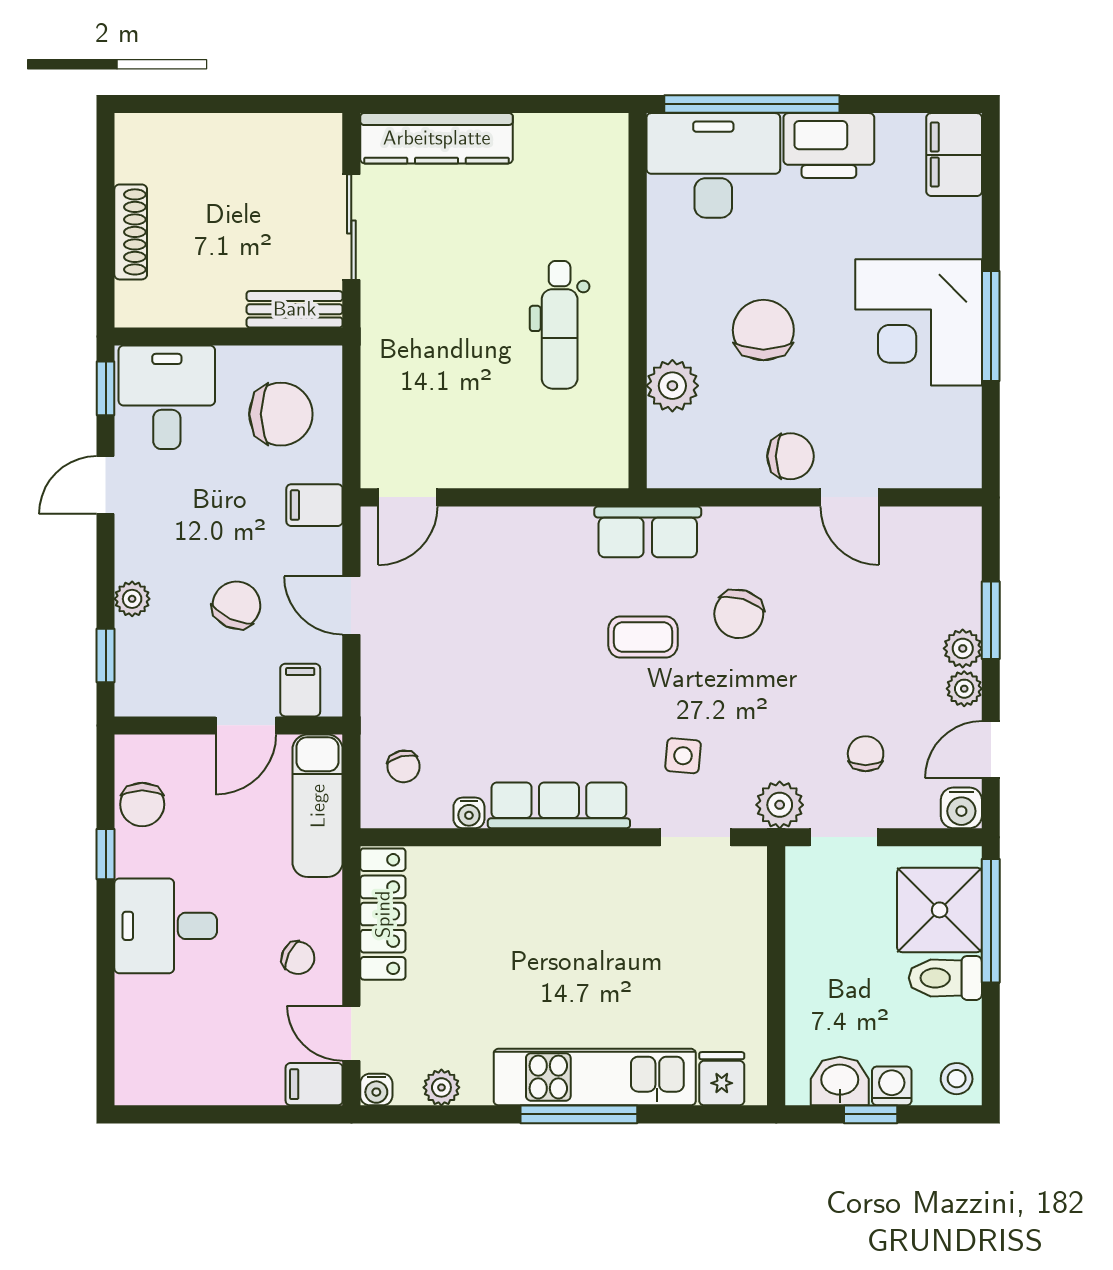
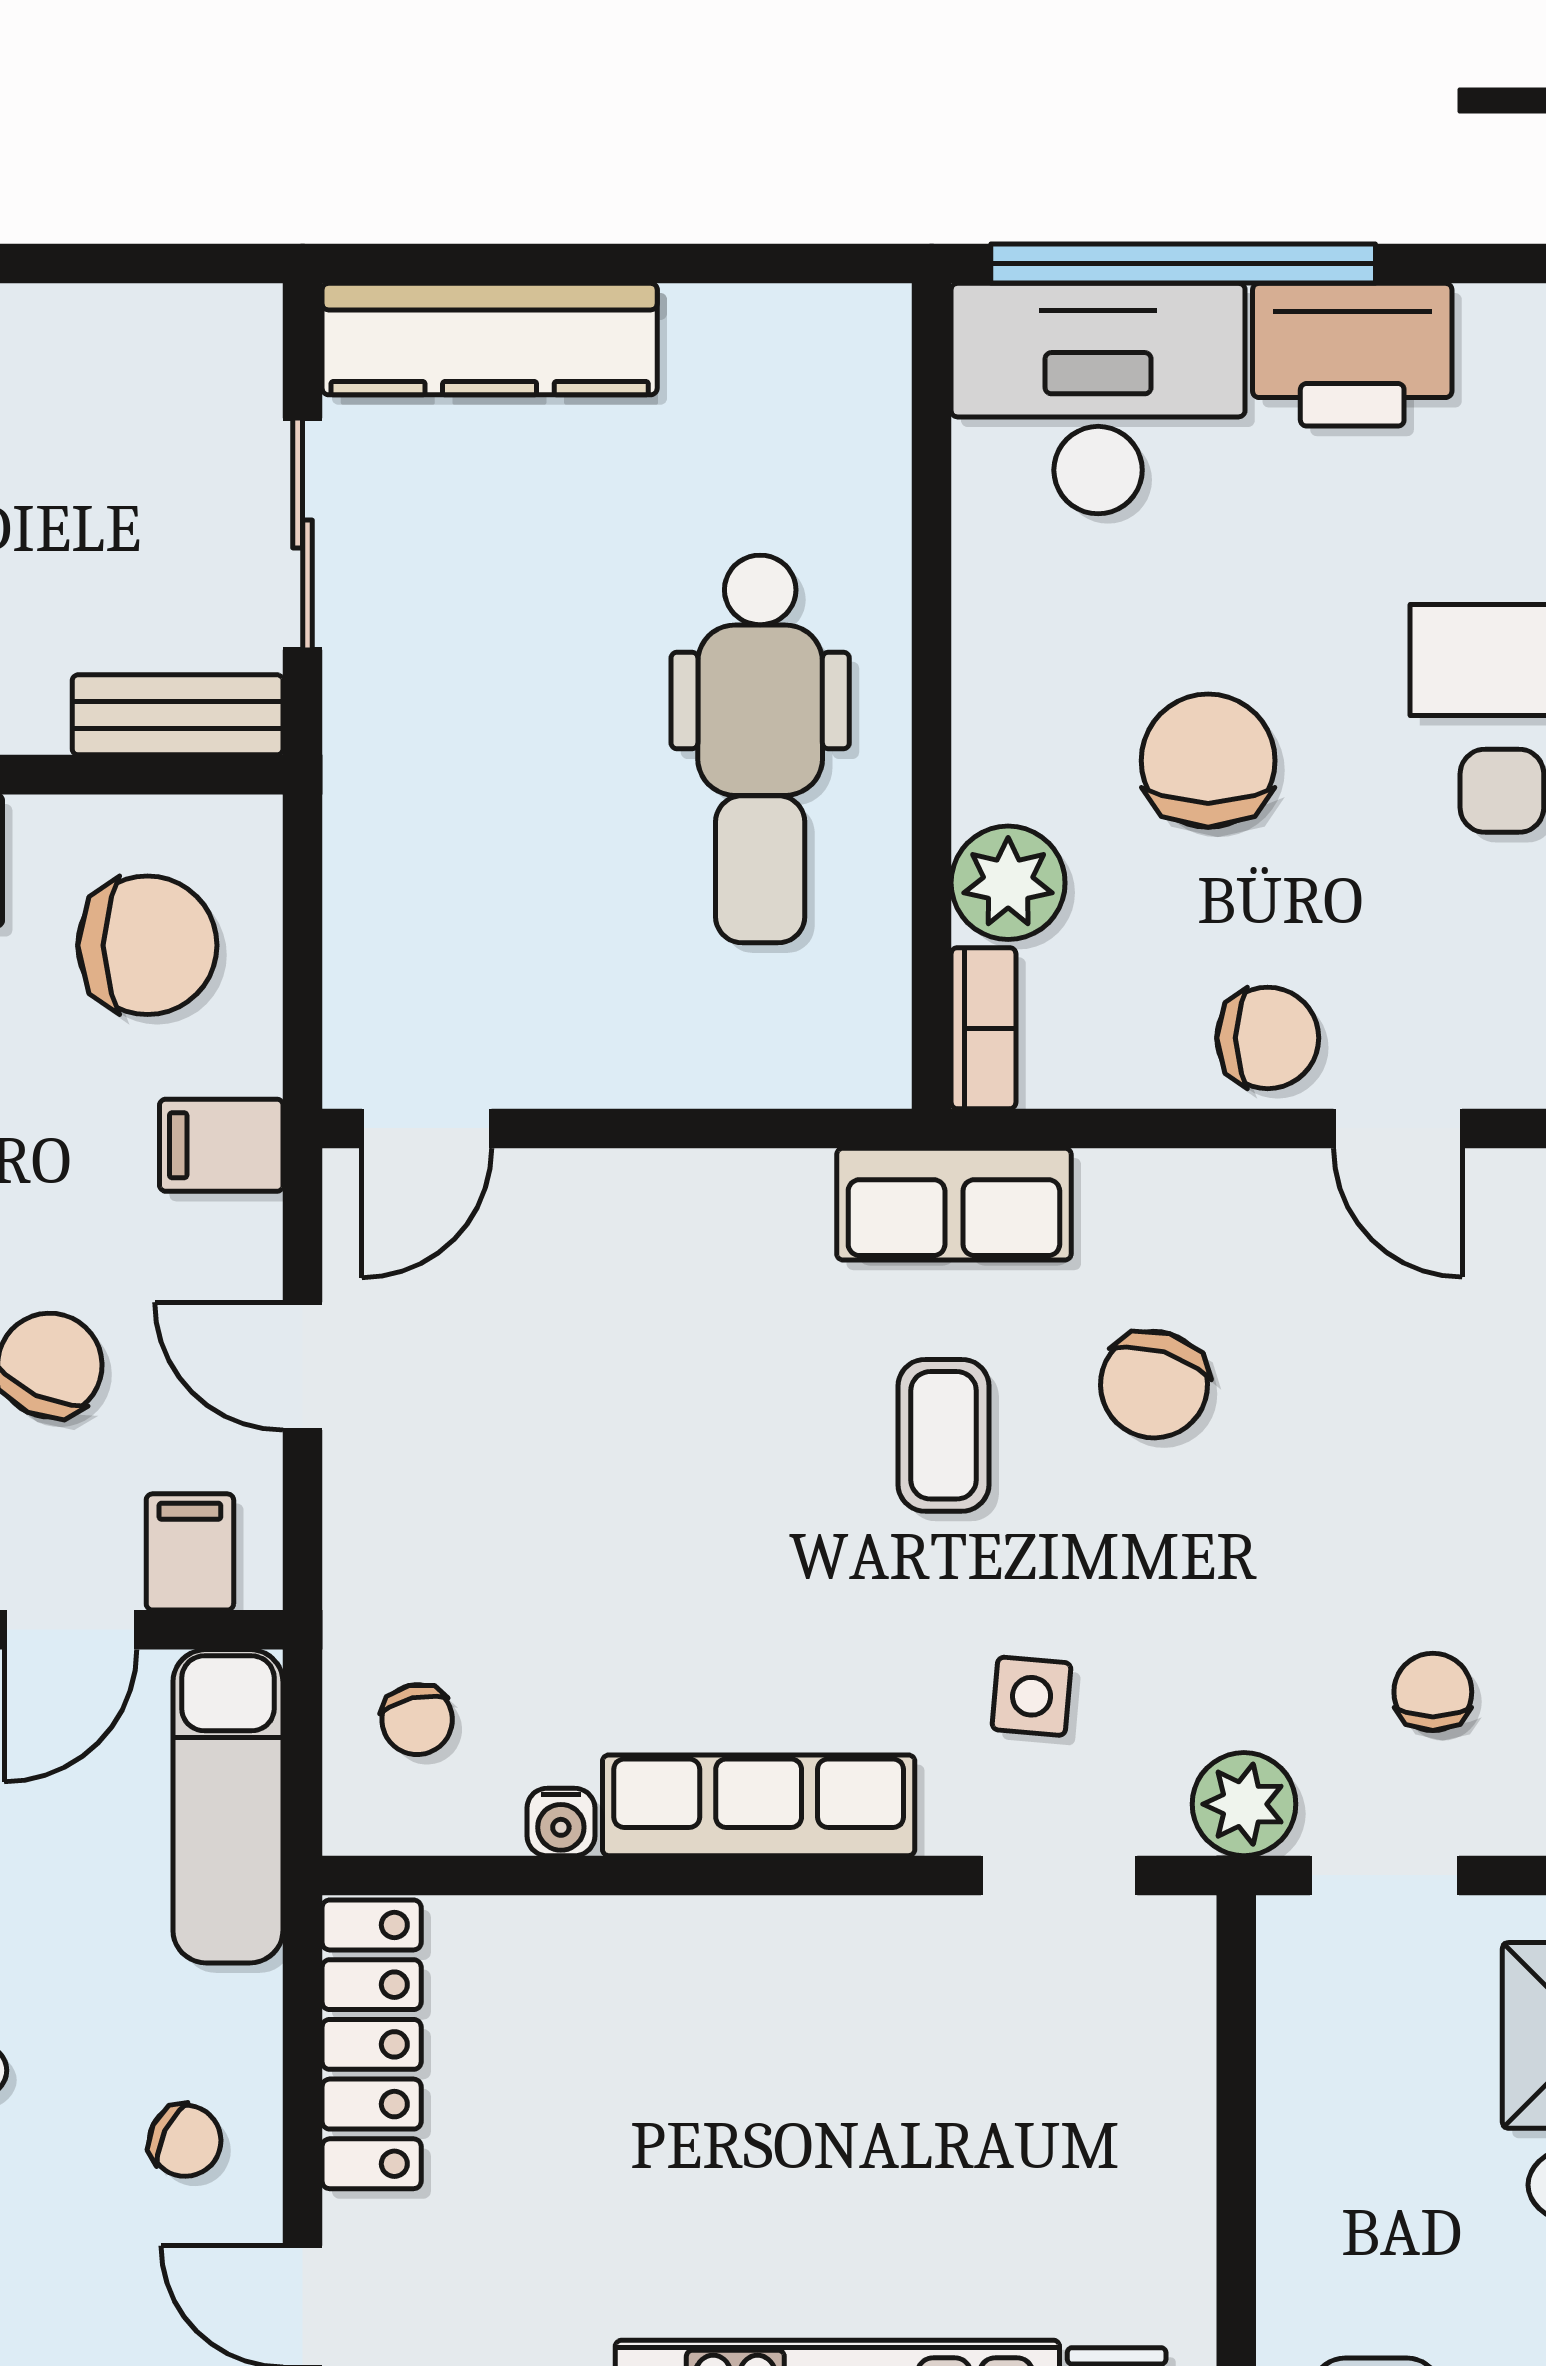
dental chair: (560, 325) -> (760, 749), width x1.36, depth x1.38
bookcase: (661, 452) -> (983, 1028), added
coffee table: (643, 637) -> (944, 1435), turned 90

